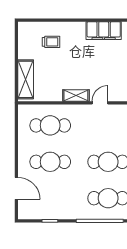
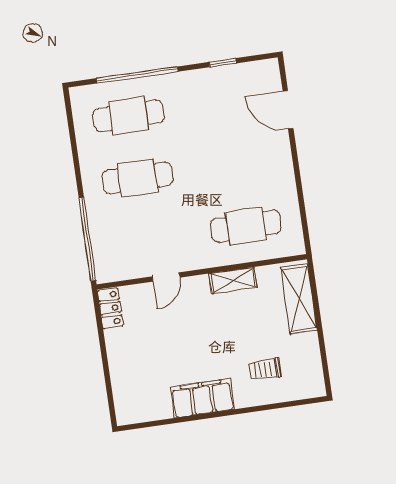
filing cabinet: (104, 31) -> (202, 398), moved
shelving: (76, 95) -> (233, 280), moved
cafe table: (50, 162) -> (237, 164), removed

